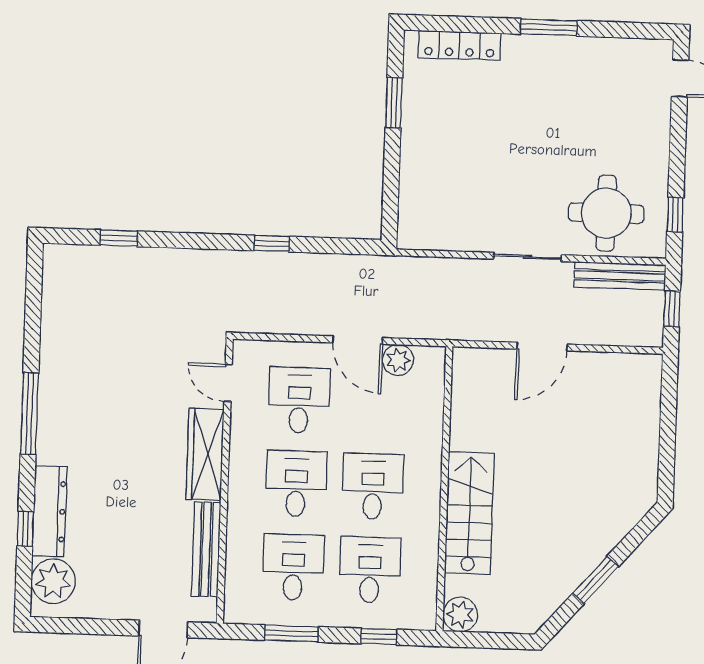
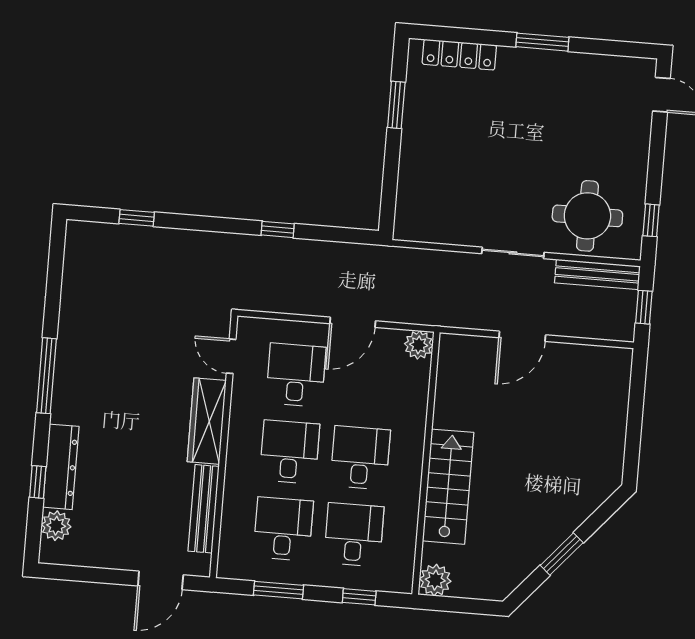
door: (358, 340) -> (353, 322), hinge flipped
plant: (398, 360) -> (419, 345), moved
plant: (53, 581) -> (56, 526), width x0.73, depth x0.73

